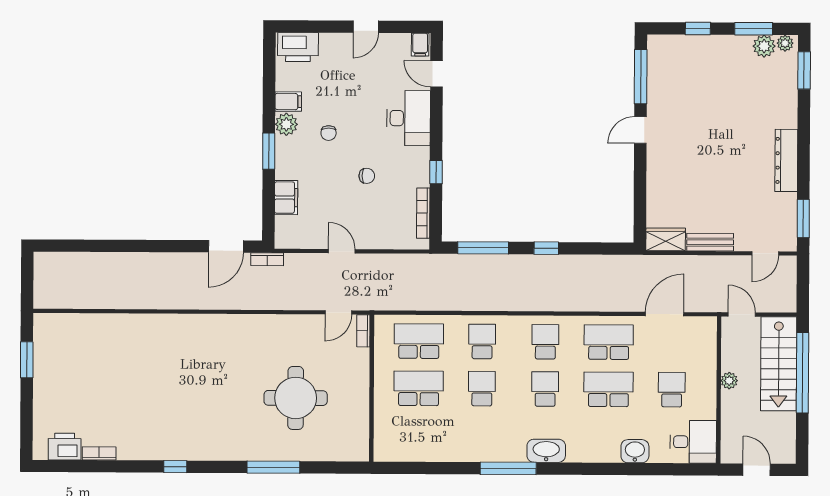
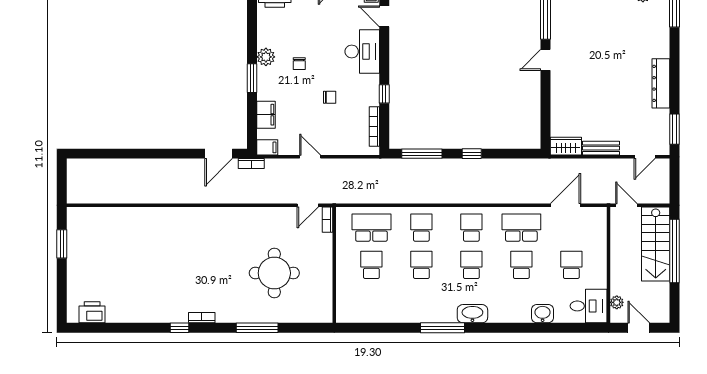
filing cabinet: (288, 102) -> (267, 147), moved
plant: (729, 381) -> (617, 302), moved
school desk: (419, 388) -> (371, 265), width x0.54
school desk: (608, 389) -> (521, 265), width x0.54
bookcase: (99, 453) -> (202, 318), moved

